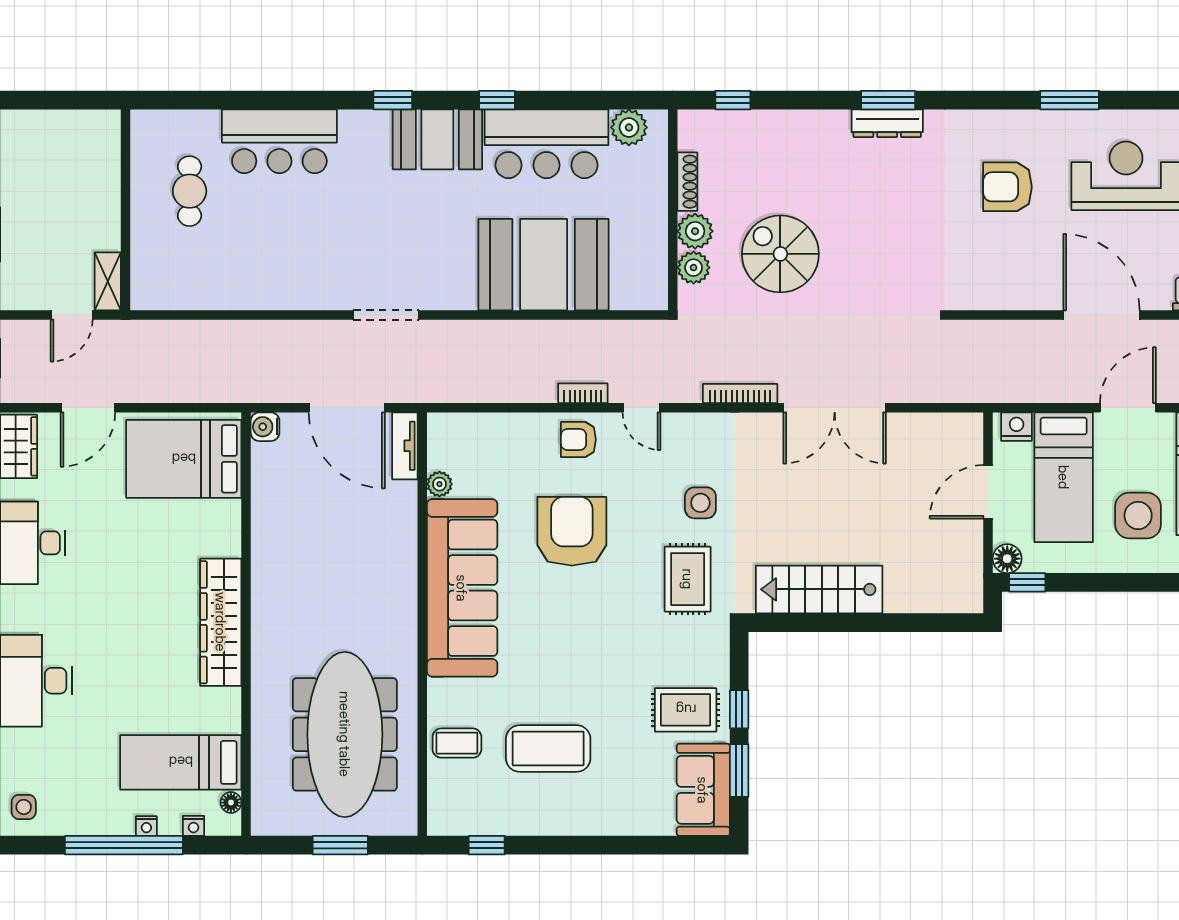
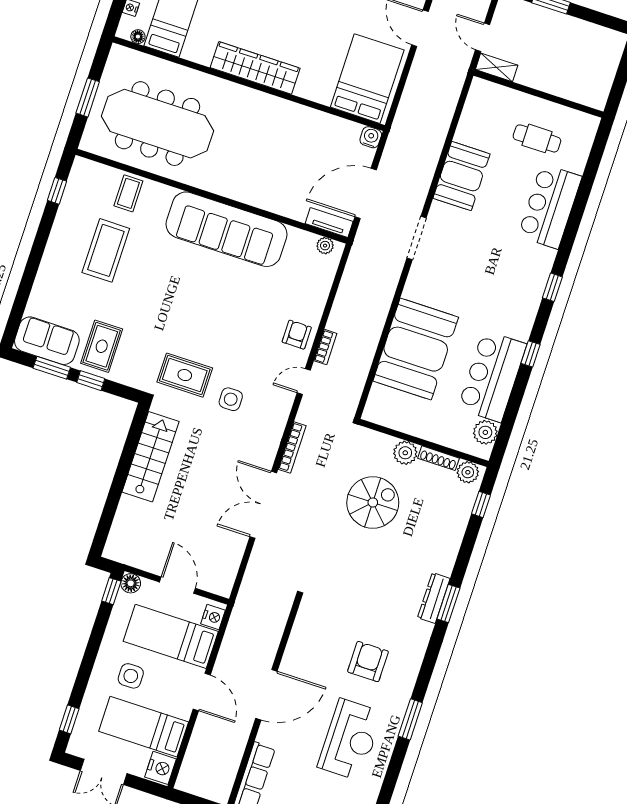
booth: (437, 139) -> (461, 176), moved
plant: (694, 268) -> (468, 472), moved
plant: (439, 484) -> (325, 246), moved
side table: (1138, 516) -> (131, 676), width x0.73, depth x0.73
armchair: (572, 531) -> (240, 311), removed

